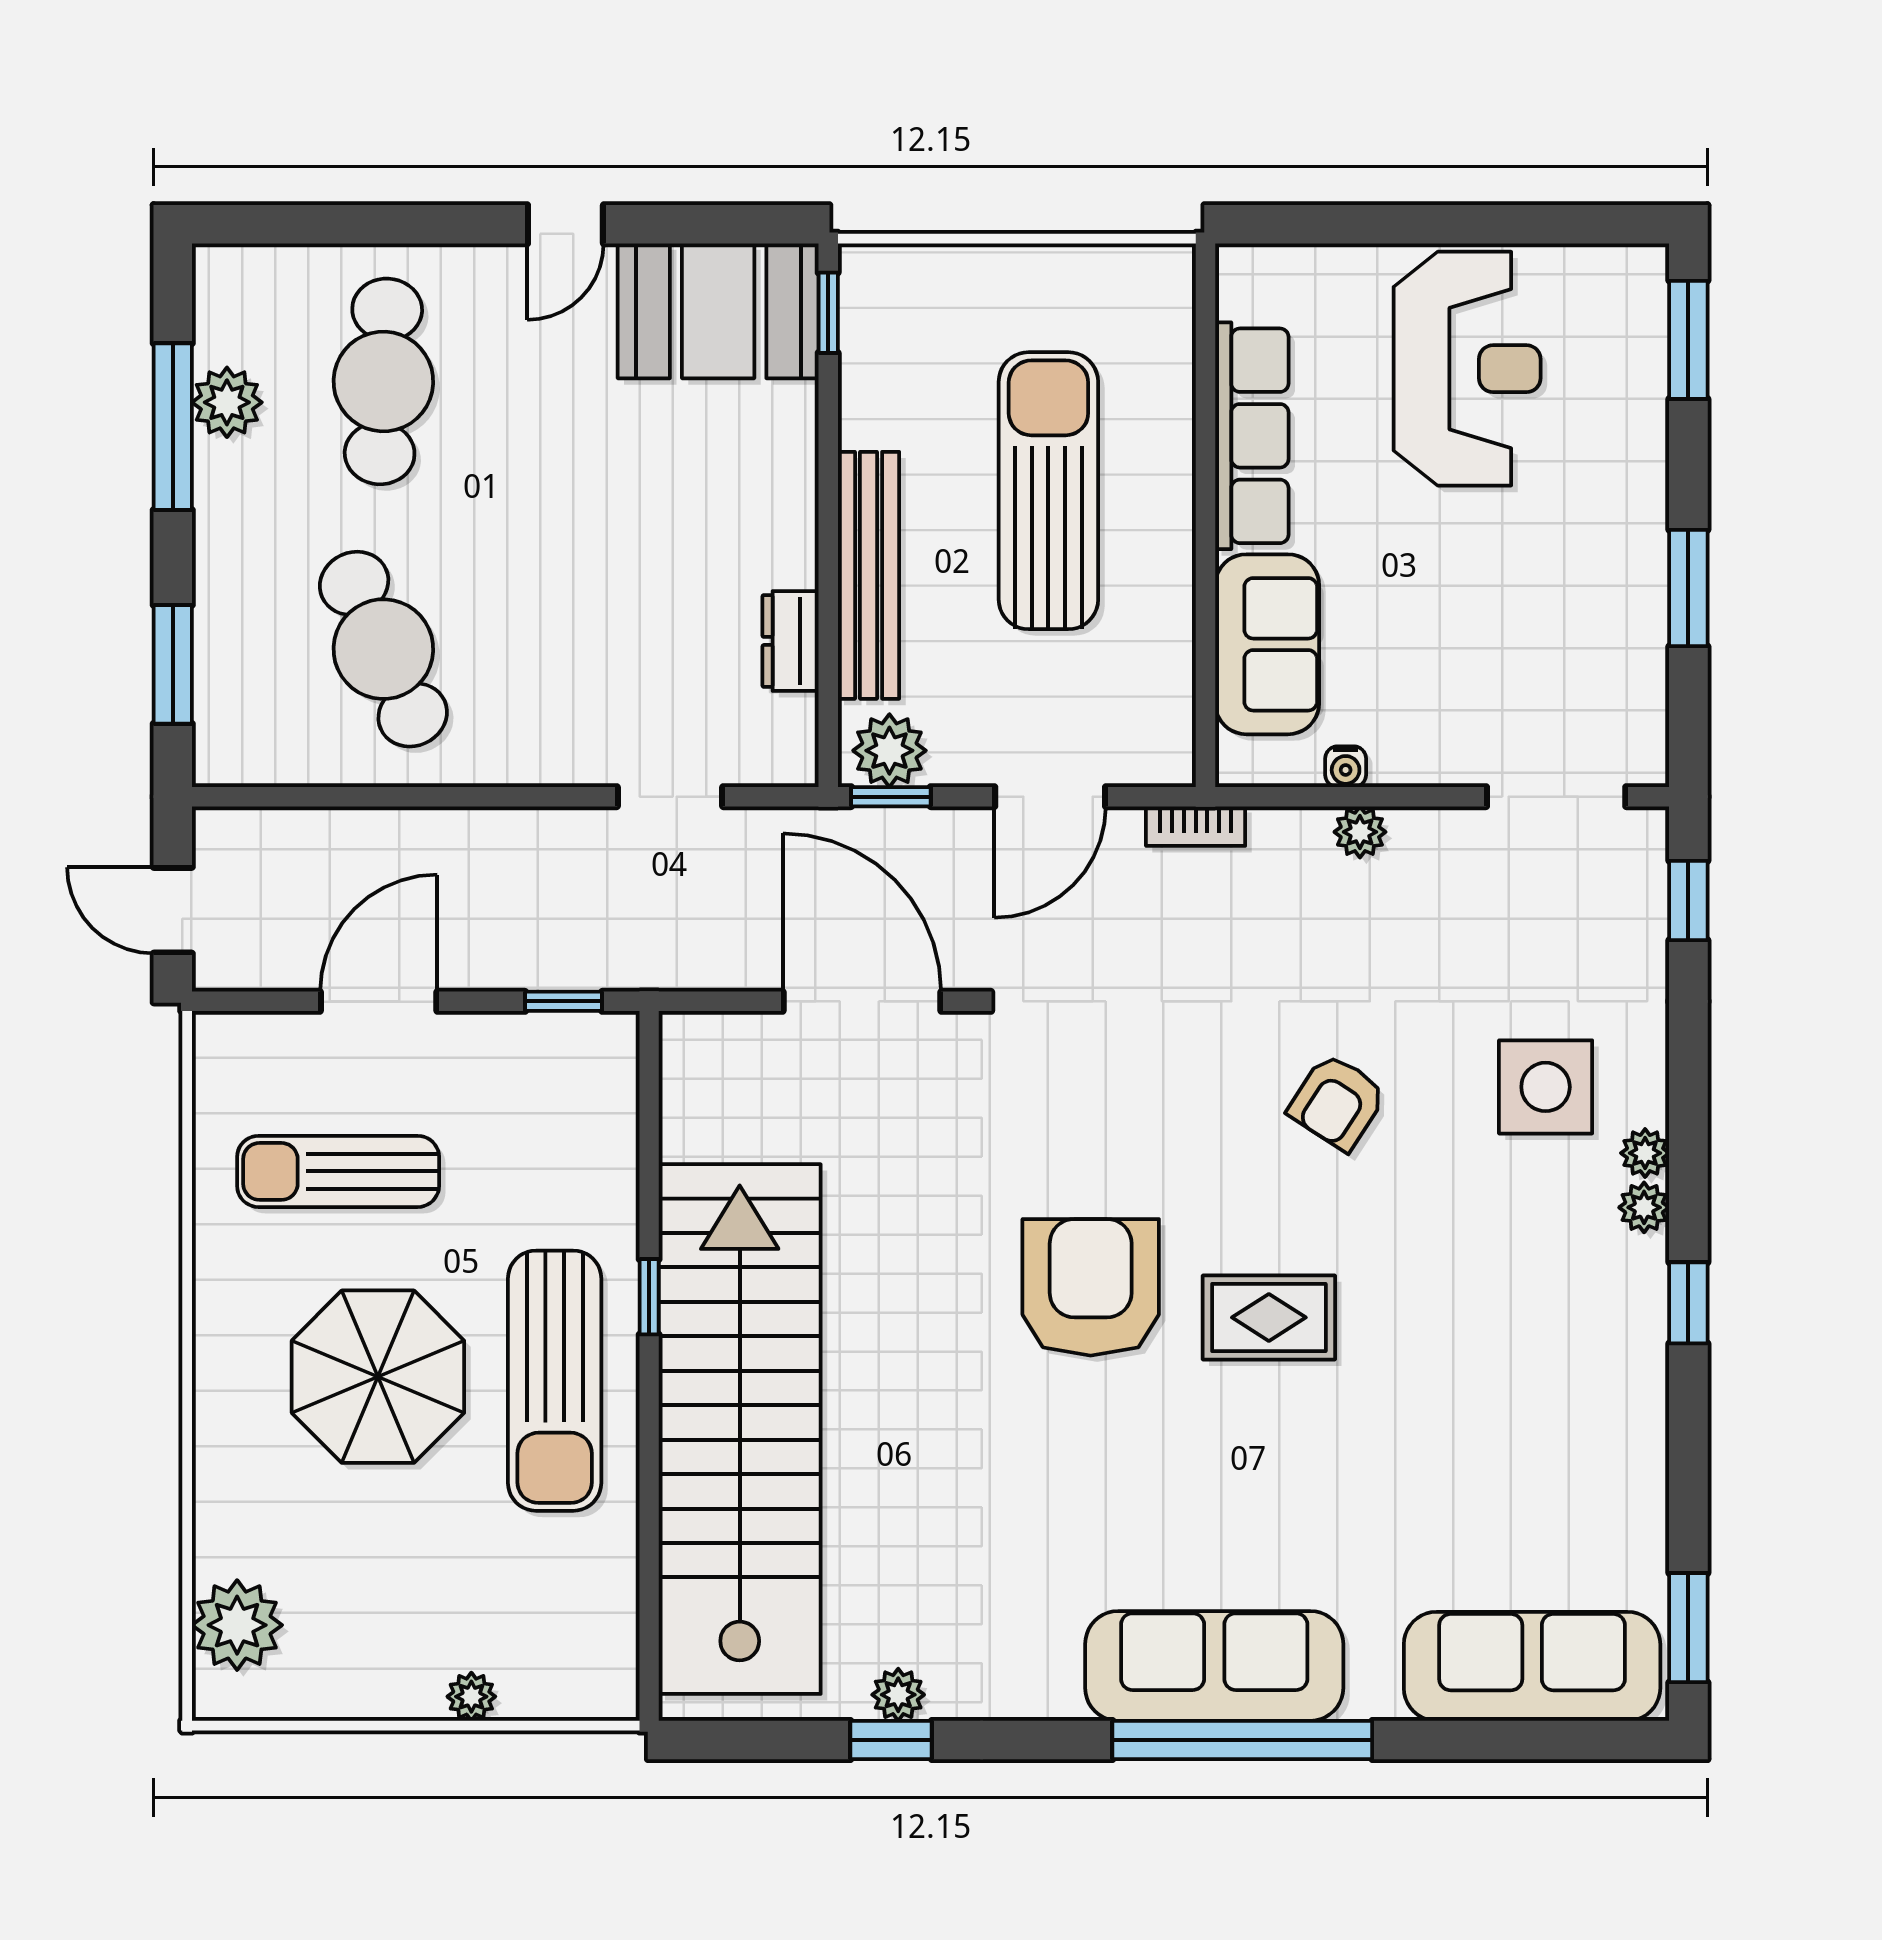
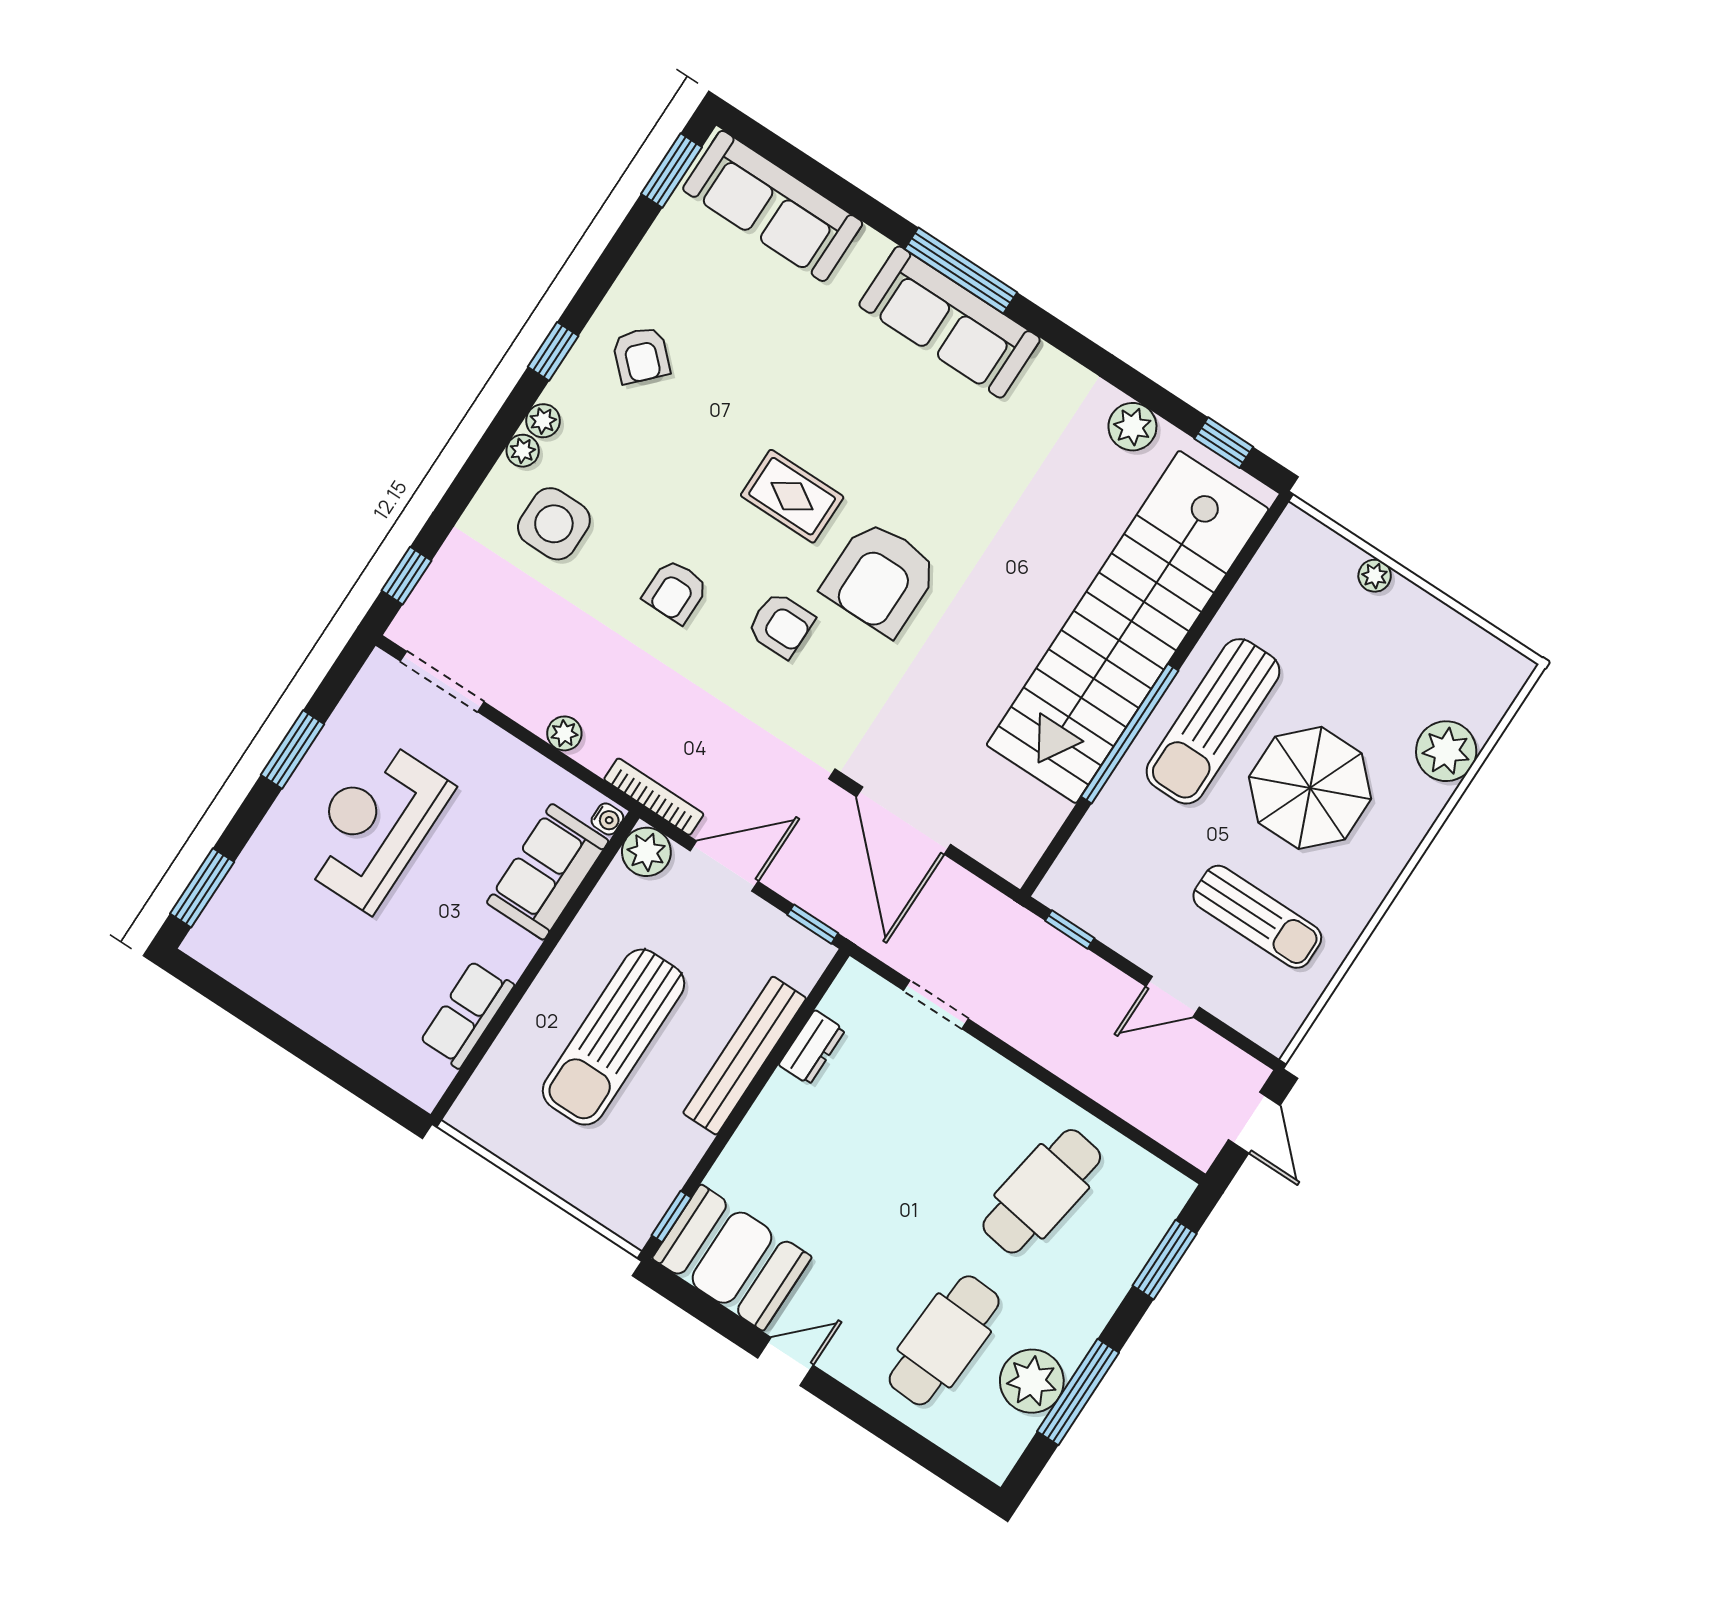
reception desk: (1467, 369) -> (374, 825), moved
plant: (227, 402) -> (1032, 1381), width x1.36, depth x1.36
row of seats: (1252, 436) -> (467, 1014), width x0.68
cafe table: (383, 649) -> (1042, 1191), turned 33
plant: (889, 751) -> (646, 852), moved
water cooler: (1346, 767) -> (607, 819), moved, turned 90
bookcase: (1196, 826) -> (654, 797), width x1.56
door: (379, 1001) -> (1173, 997), width x0.73
armchair: (1337, 1102) -> (675, 591), turned 147
armchair: (1177, 1146) -> (781, 625), added
window: (649, 1297) -> (1130, 734), width x3.17
armchair: (1575, 1371) -> (641, 355), added
sun lounger: (555, 1381) -> (1213, 721), turned 180
plant: (237, 1625) -> (1446, 751), moved
plant: (898, 1695) -> (1132, 427), width x1.38, depth x1.38
window: (891, 1740) -> (1224, 443), moved
window: (1242, 1740) -> (961, 271), width x0.68

